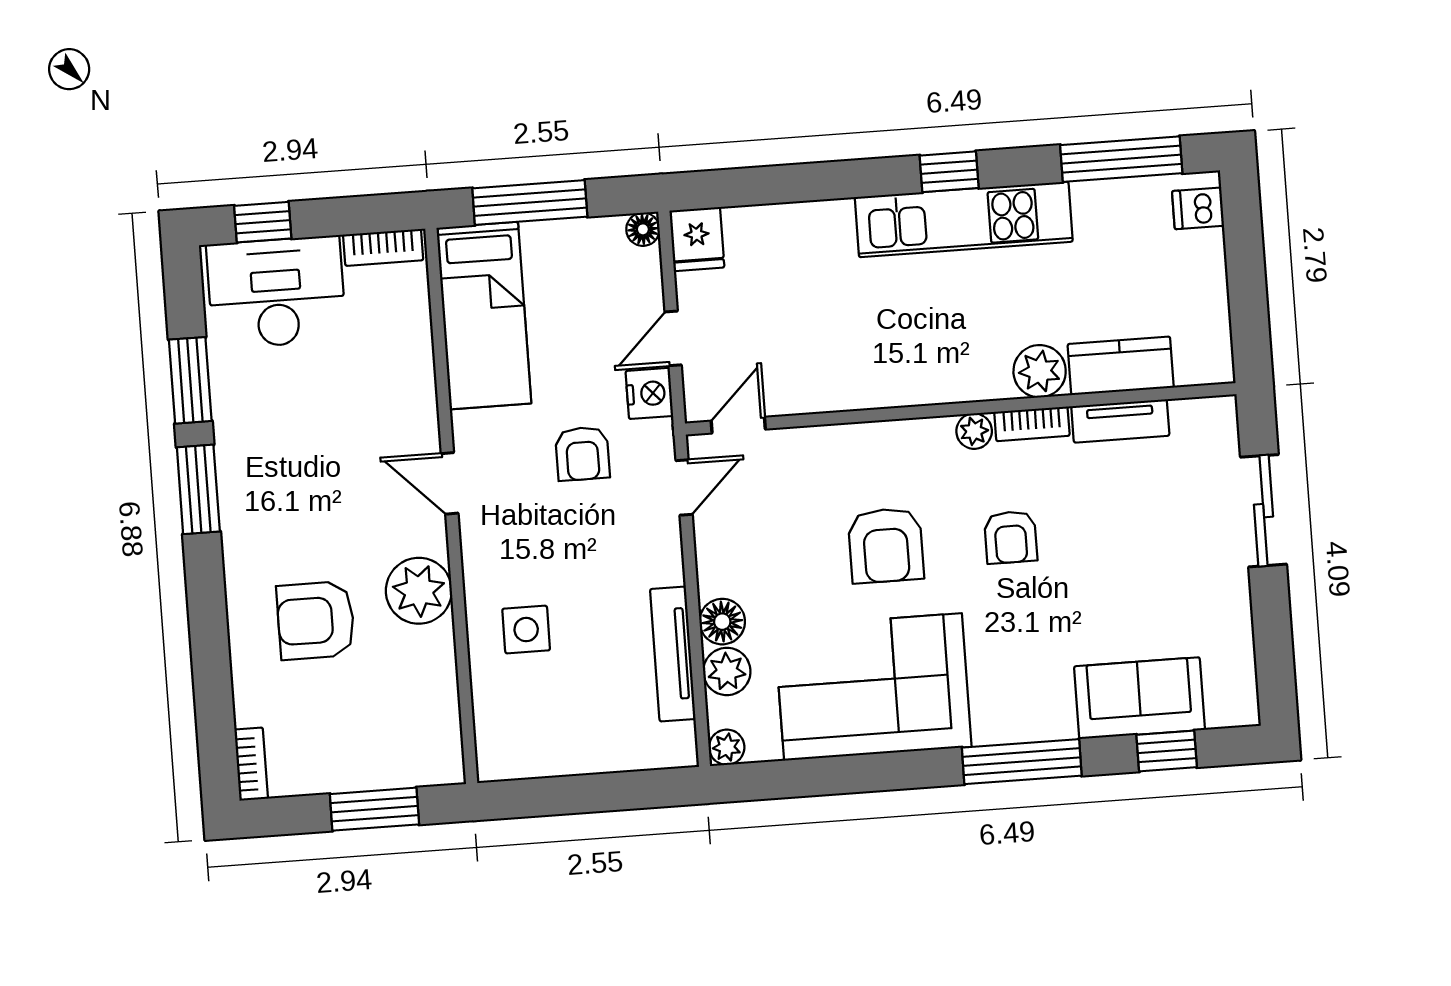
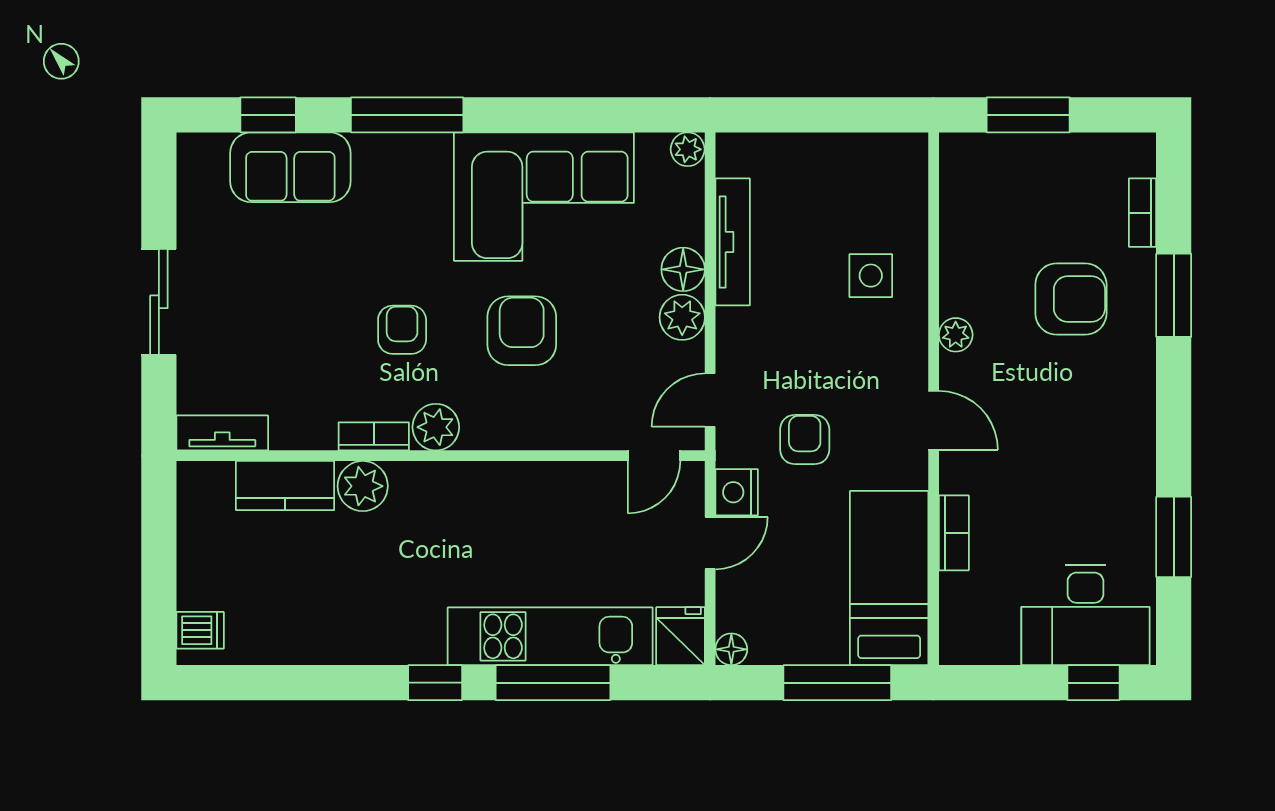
window: (1121, 159) -> (553, 683), moved
kitchen unit: (964, 219) -> (550, 636), moved
bookcase: (383, 247) -> (954, 533), moved, turned 90
tv unit: (1120, 421) -> (222, 433), moved
plant: (974, 431) -> (436, 427), width x1.38, depth x1.38
window: (198, 489) -> (1174, 295), moved
sliding door: (1263, 511) -> (159, 302), moved
plant: (419, 591) -> (956, 335), width x0.53, depth x0.53
plant: (727, 671) -> (682, 317), moved
bookcase: (251, 764) -> (1143, 213), moved

